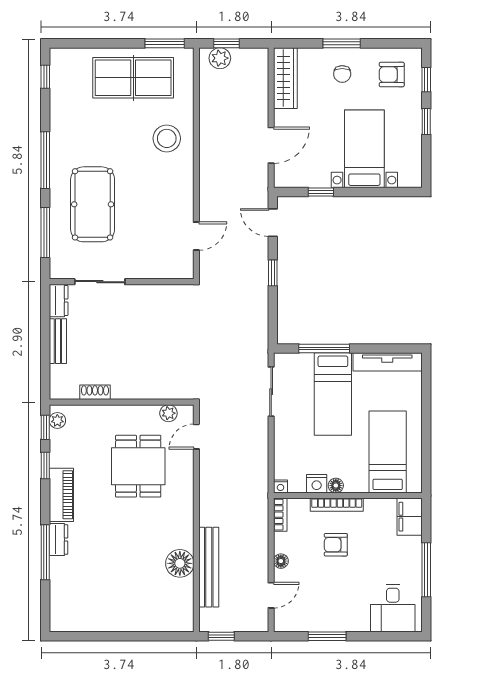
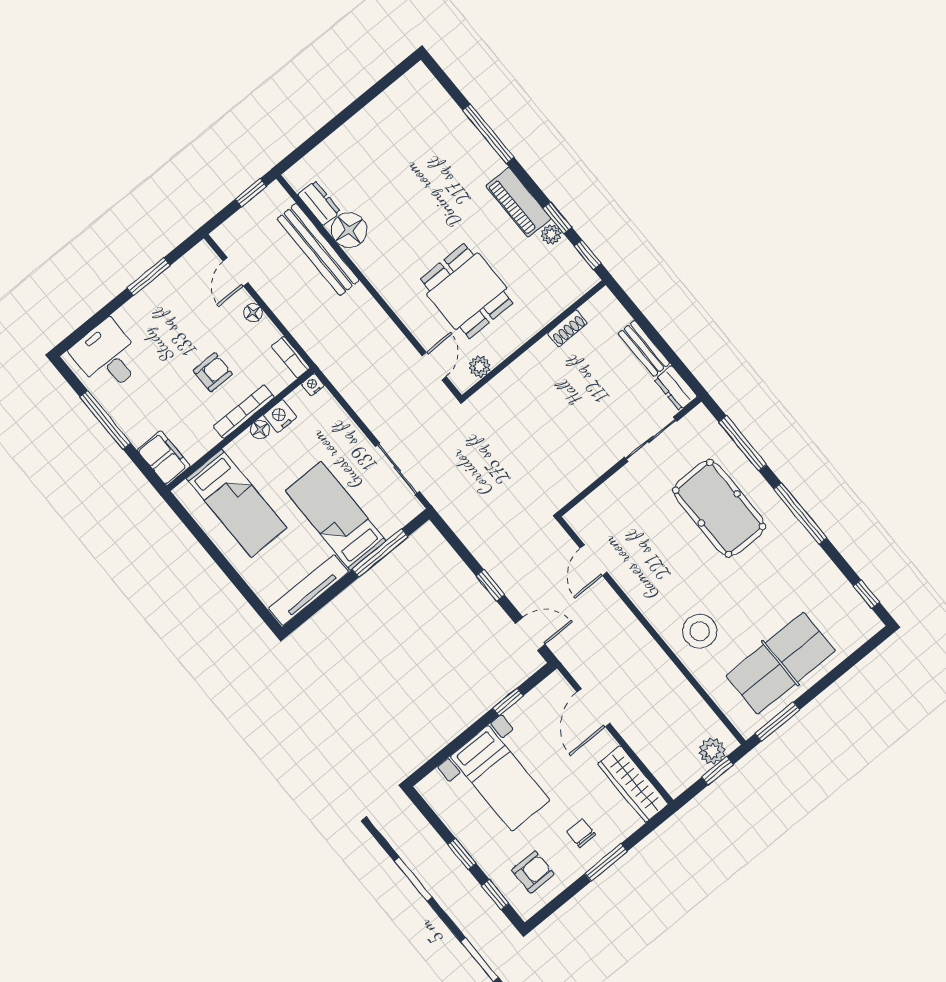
plant: (57, 420) -> (551, 234), moved
dresser: (58, 539) -> (319, 203), moved, turned 180

